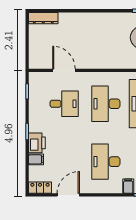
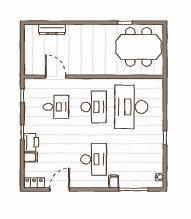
dresser: (43, 18) -> (52, 29), moved
desk: (106, 104) -> (94, 107), turned 180
desk: (106, 162) -> (94, 159), turned 180

